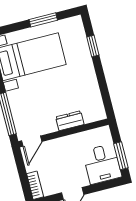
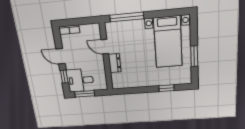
door: (32, 141) -> (105, 47), moved
window: (100, 186) -> (64, 77), added

